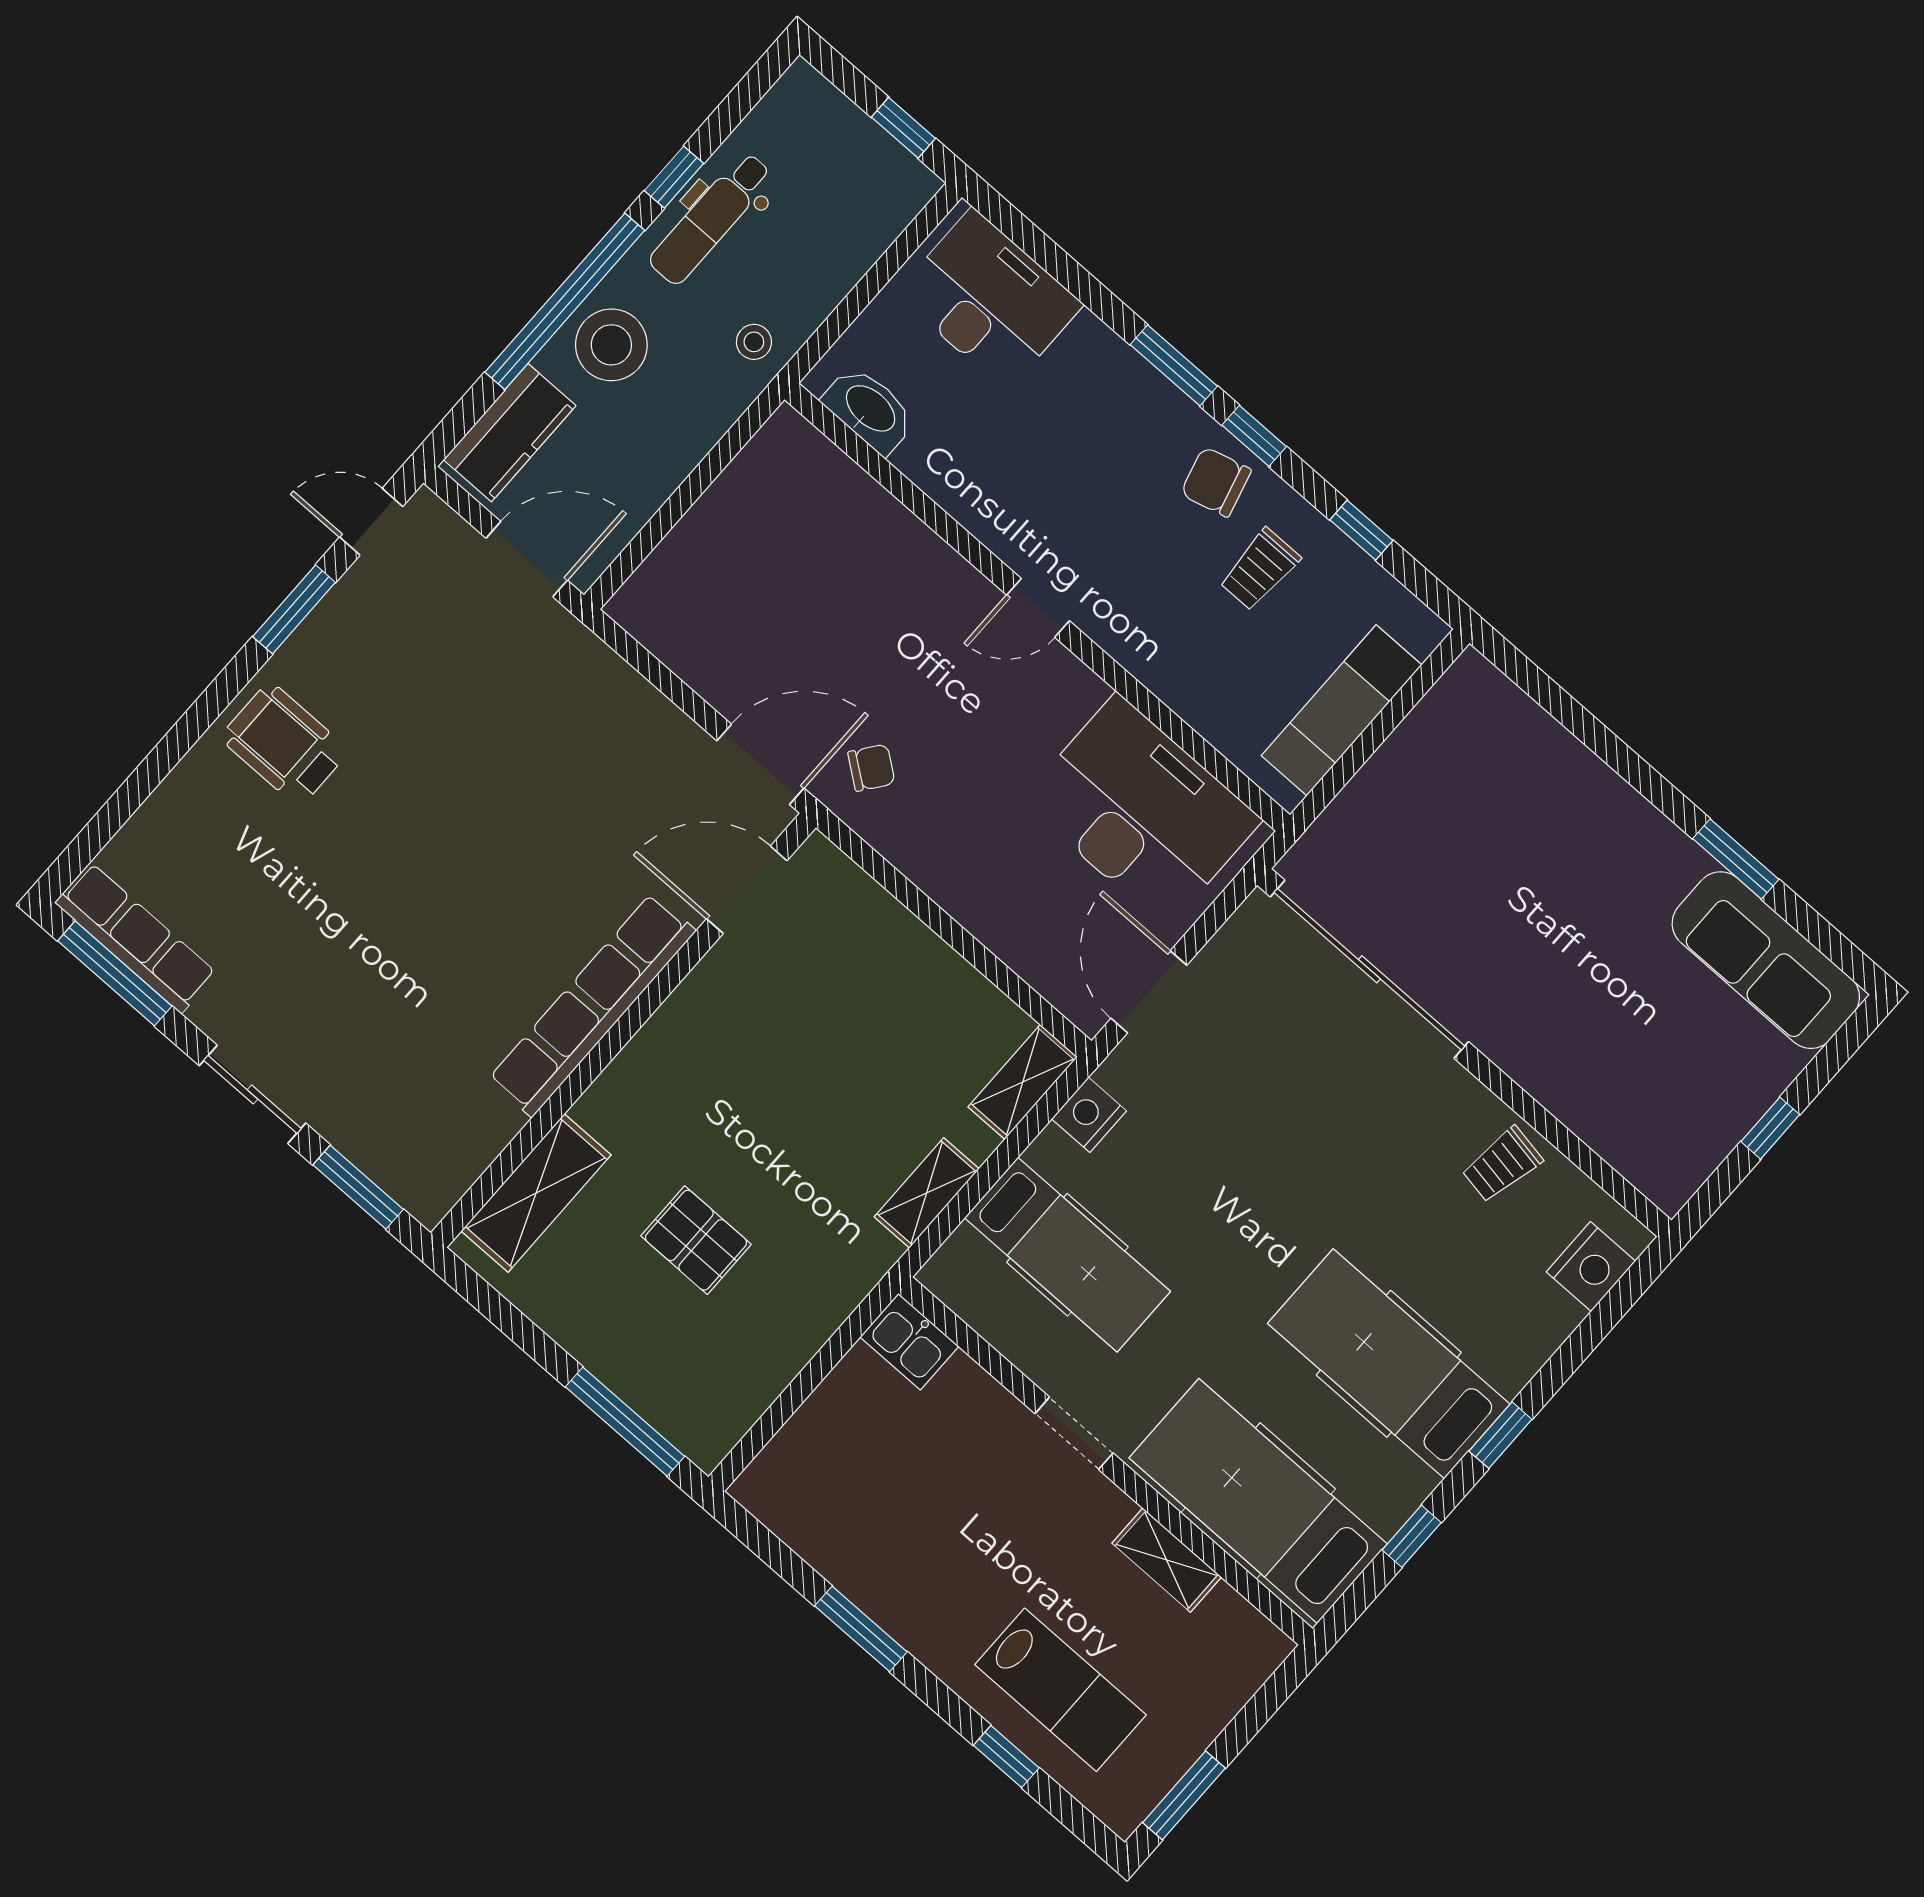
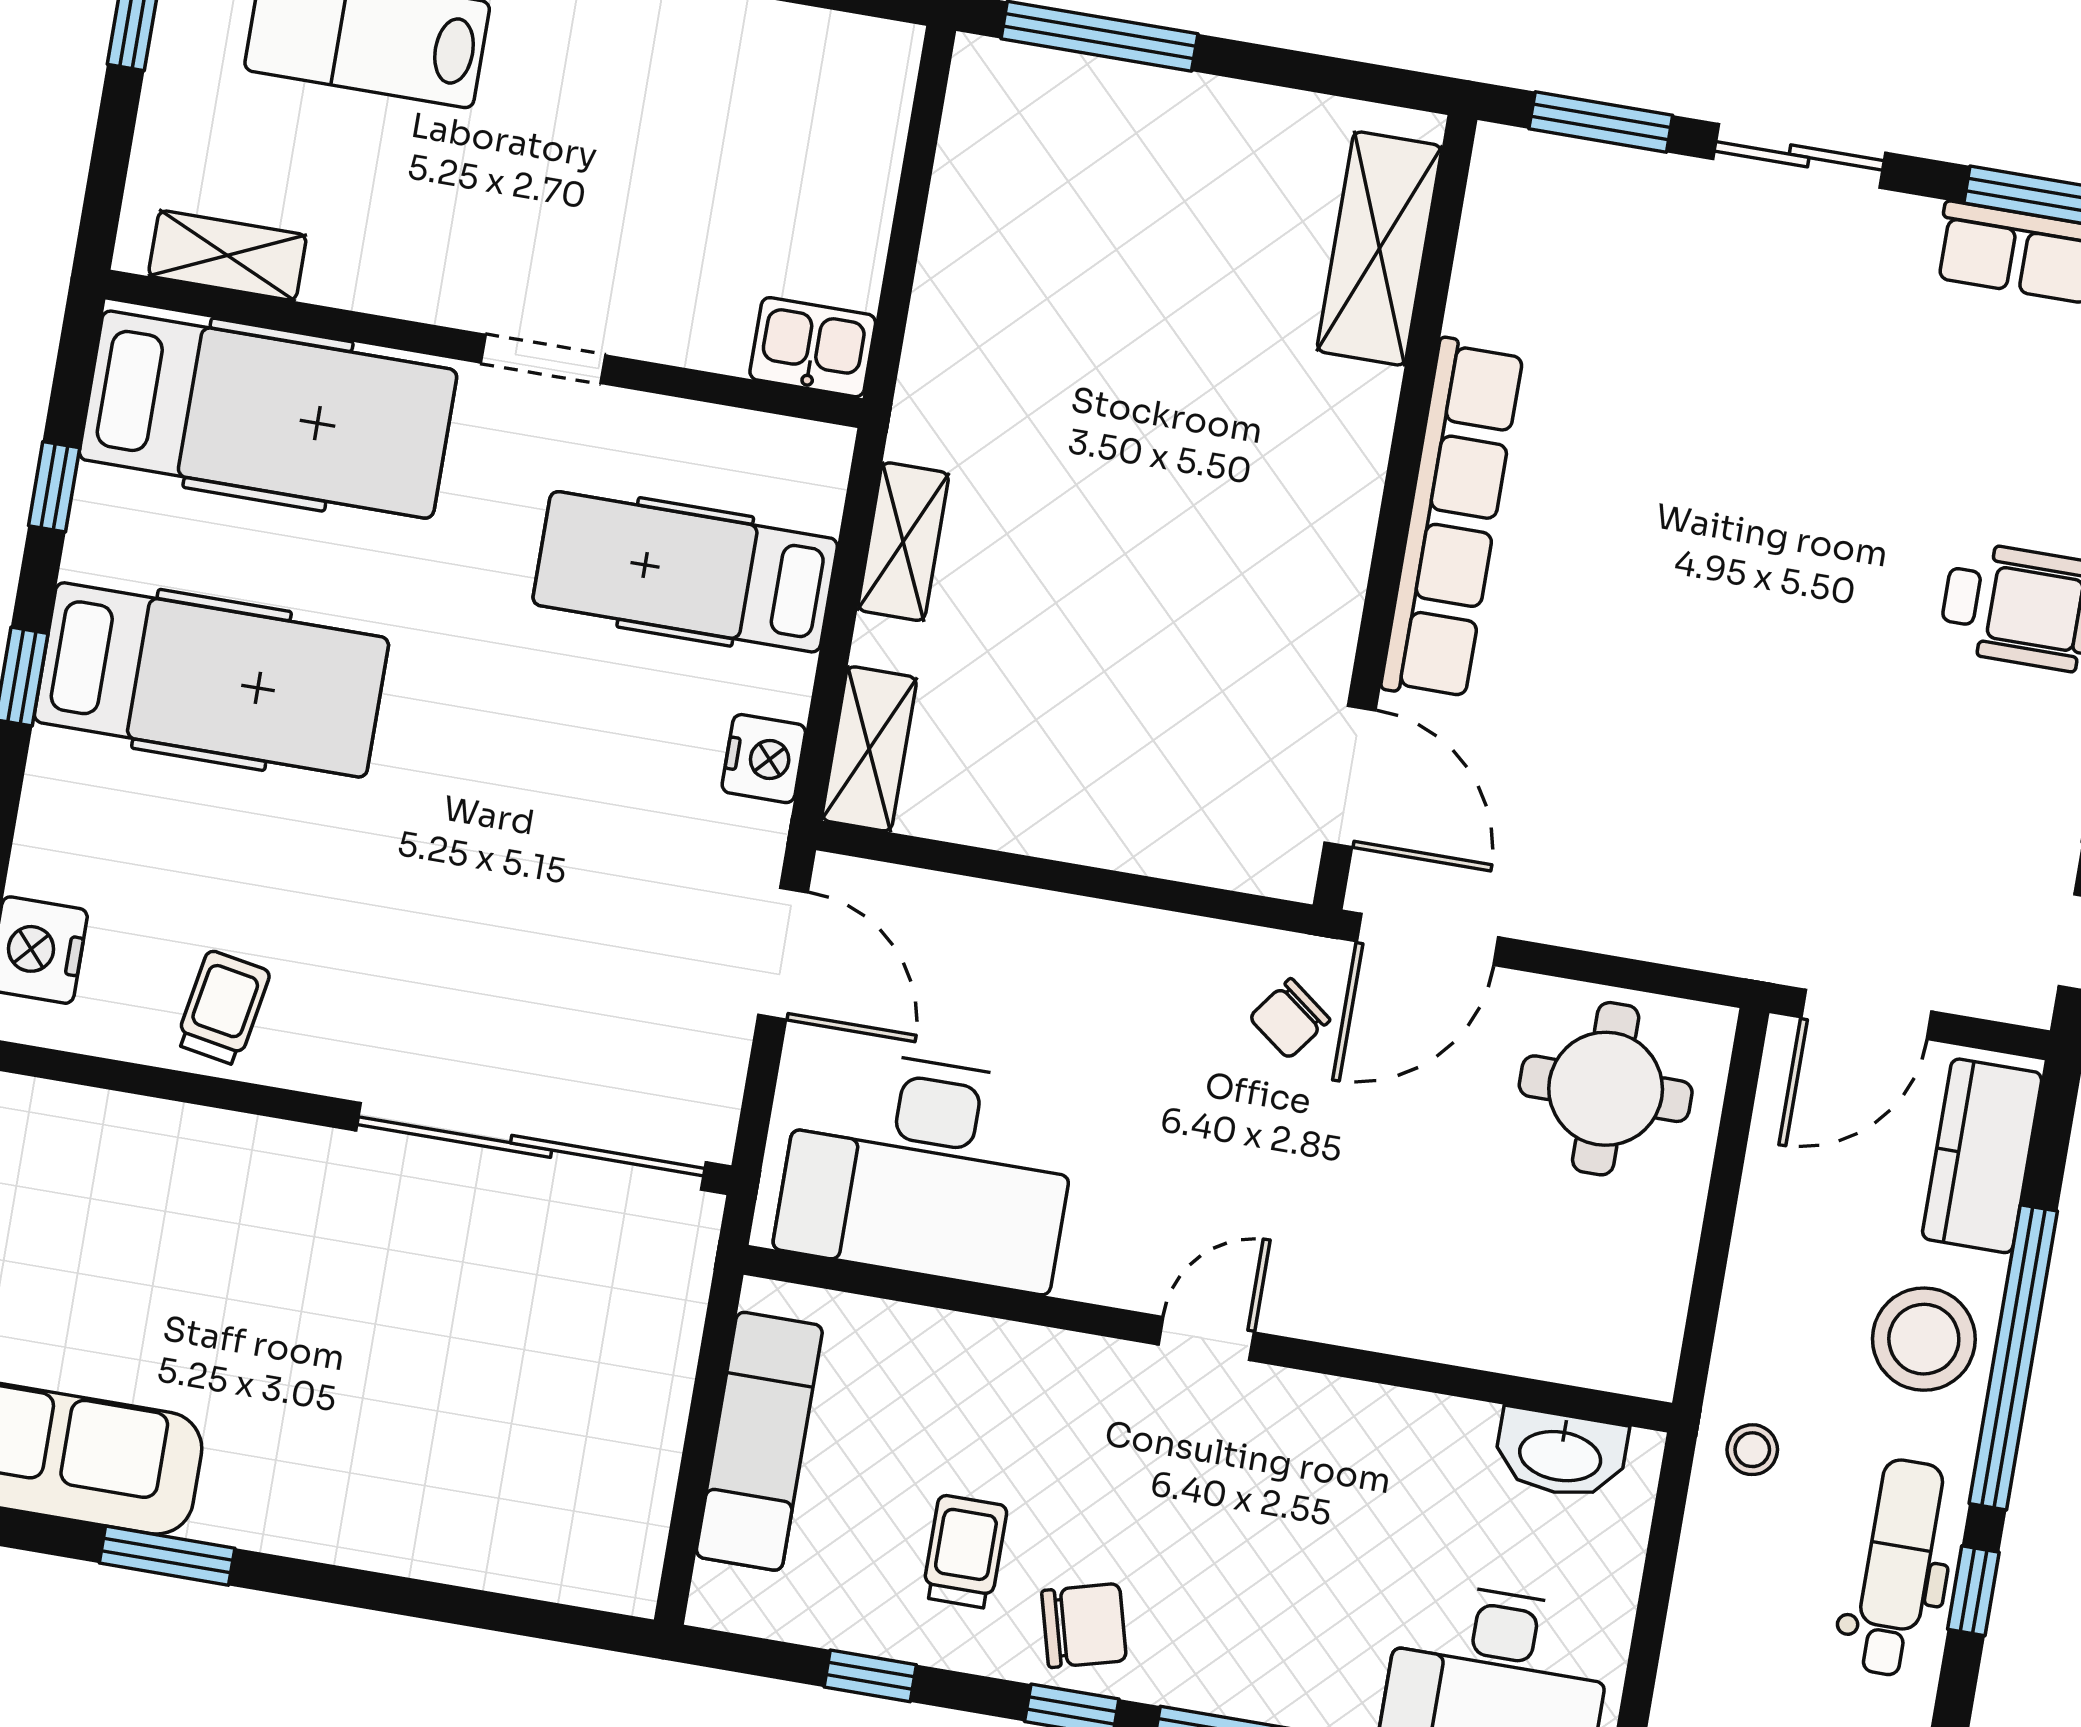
round table: (709, 610) -> (1606, 1089), added
door: (747, 890) -> (1350, 776), hinge flipped
pallet: (696, 1240) -> (1149, 311), removed
shelving: (1167, 1560) -> (227, 255), moved

